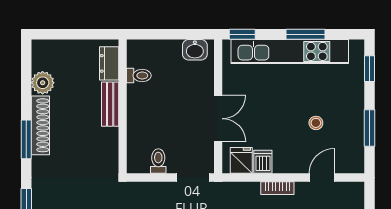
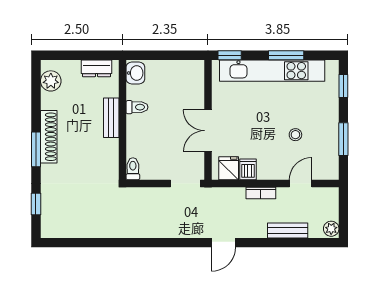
washbasin: (195, 50) -> (135, 73), moved, turned -90
dresser: (109, 63) -> (97, 68), moved, turned -90
toilet: (139, 75) -> (137, 107), moved
plant: (43, 83) -> (51, 81), moved
double door: (218, 119) -> (208, 131), swing flipped
toilet: (158, 161) -> (133, 169), moved

